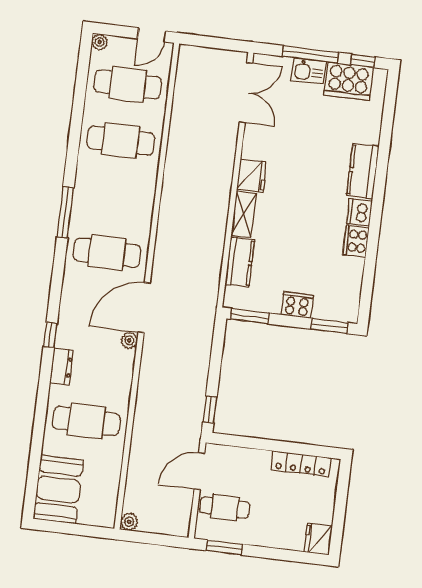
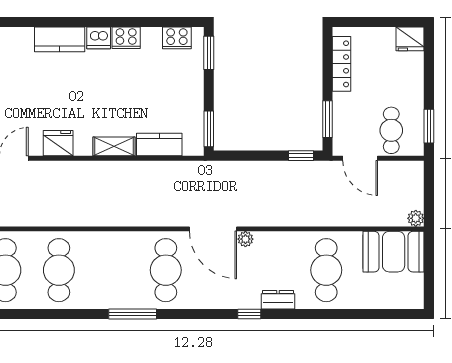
fridge: (252, 176) -> (58, 143), moved
cooker: (297, 305) -> (177, 38), moved, turned -90
window: (245, 442) -> (328, 119), added
booth: (58, 489) -> (394, 252), moved

